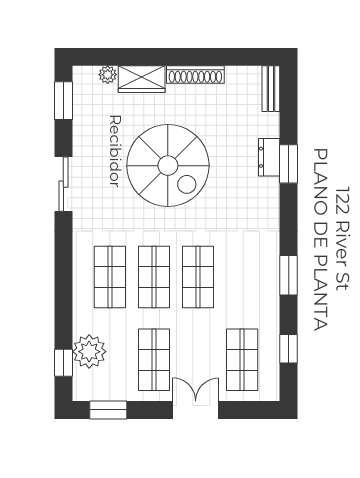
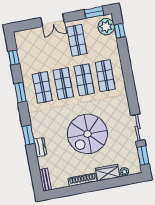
window: (289, 164) -> (28, 135), moved
spiral stairs: (168, 166) -> (87, 134), turned -90
sliding door: (63, 184) -> (138, 128), moved
plant: (89, 352) -> (106, 27), moved
shop shelf: (242, 360) -> (42, 87), moved

